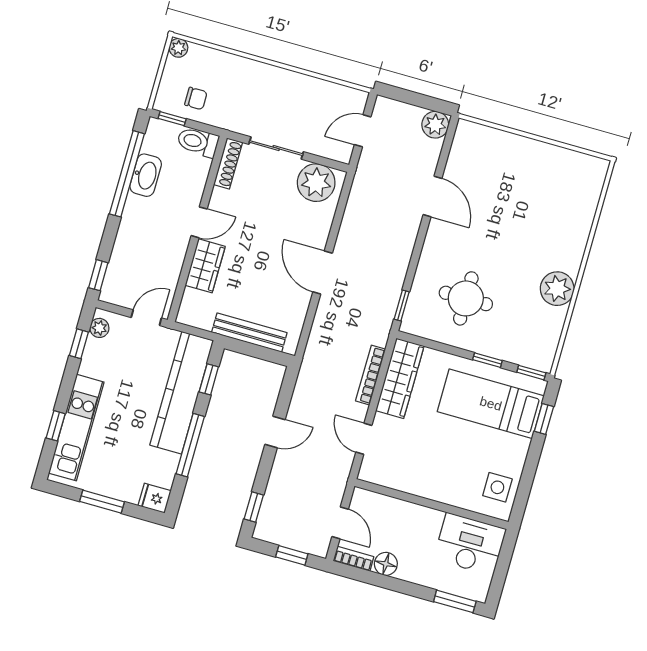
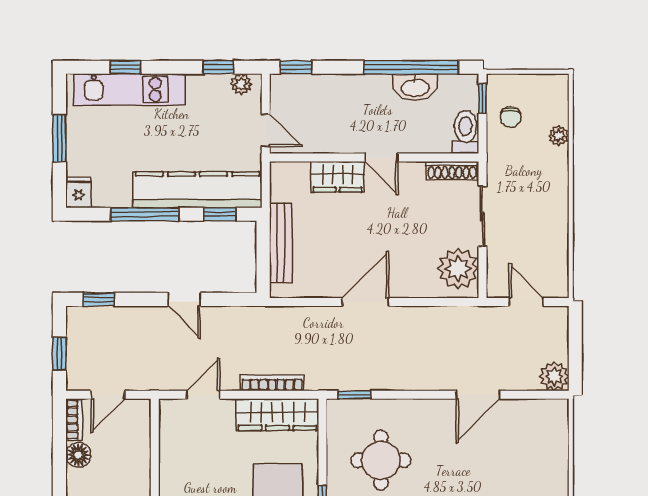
plant: (178, 48) -> (559, 136), moved

